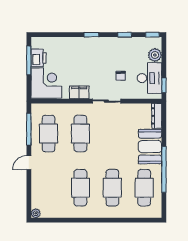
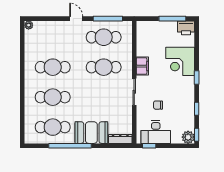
plant: (155, 55) -> (188, 137), moved
printer: (39, 58) -> (186, 28), moved
corner desk: (46, 83) -> (180, 61), moved, turned 90

